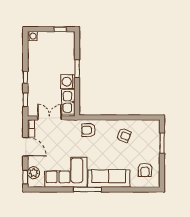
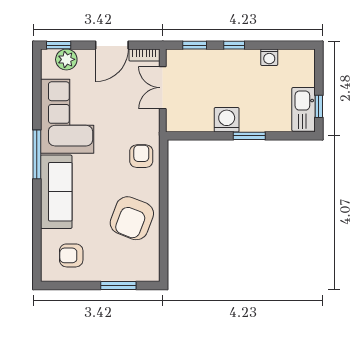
washing machine: (32, 36) -> (269, 57), moved
kitchen sink: (68, 102) -> (304, 109), moved, turned -90
double door: (50, 118) -> (163, 88), swing flipped
armchair: (124, 135) -> (132, 218), width x1.88, depth x1.88

